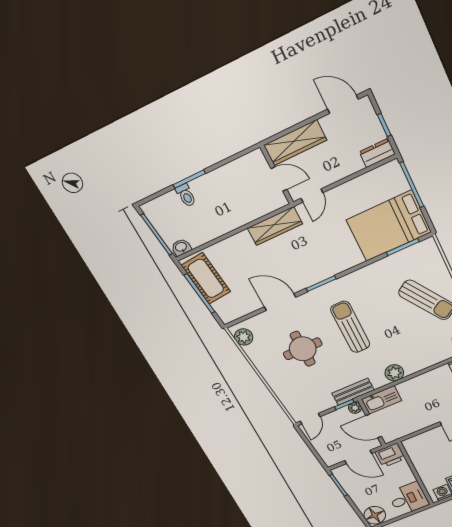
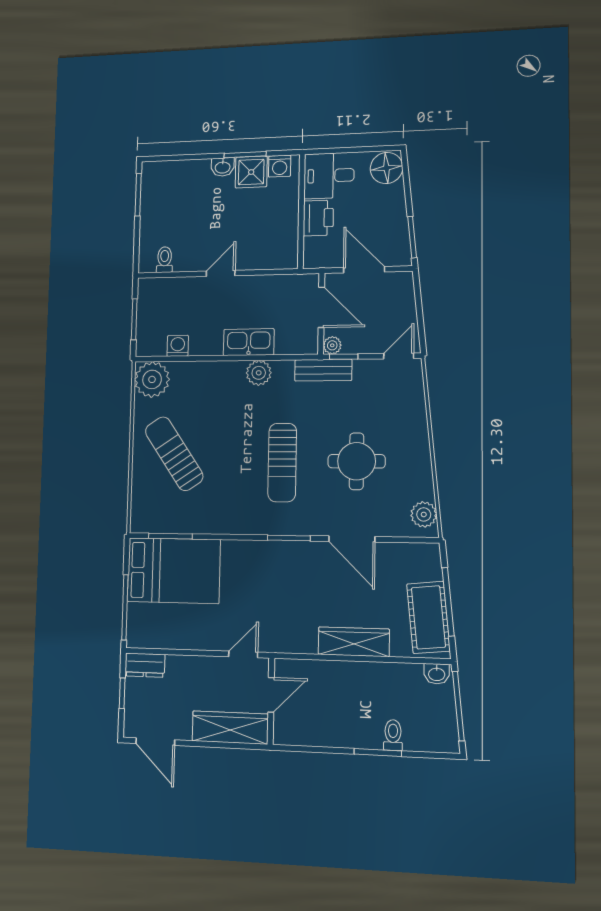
door: (279, 179) -> (271, 695), swing flipped
wardrobe: (275, 226) -> (354, 642), moved
kitchen sink: (381, 400) -> (249, 342), moved
printer: (390, 455) -> (318, 218), moved, turned 90

